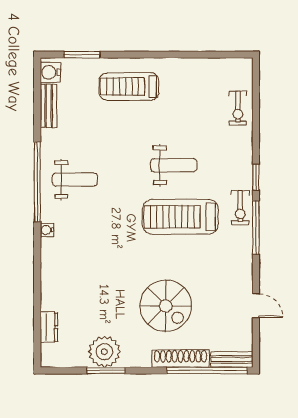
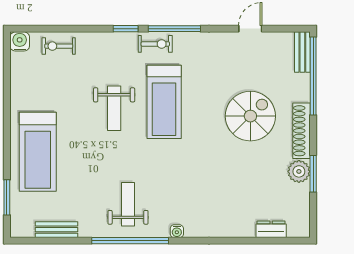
water cooler: (50, 72) -> (20, 41), moved, turned 180
treadmill: (129, 86) -> (38, 152), width x1.37, depth x1.38
exercise bike: (238, 108) -> (59, 46), turned 180
weight bench: (174, 165) -> (114, 108), turned 180
plant: (104, 352) -> (299, 171), width x0.73, depth x0.73
shoe rack: (181, 359) -> (302, 131), moved

